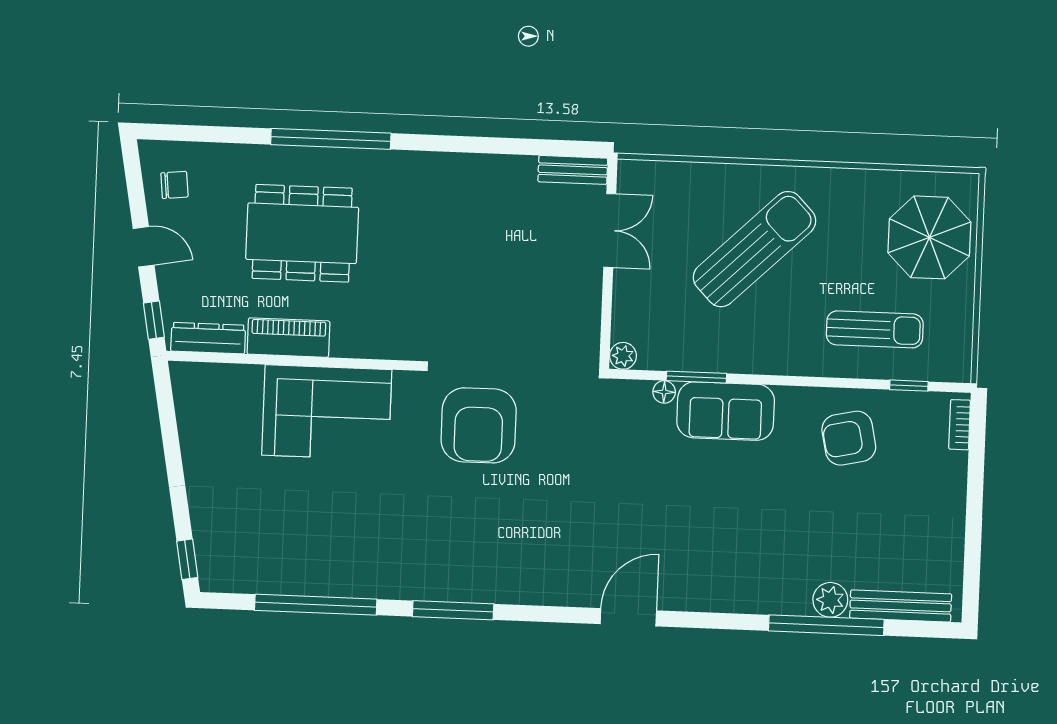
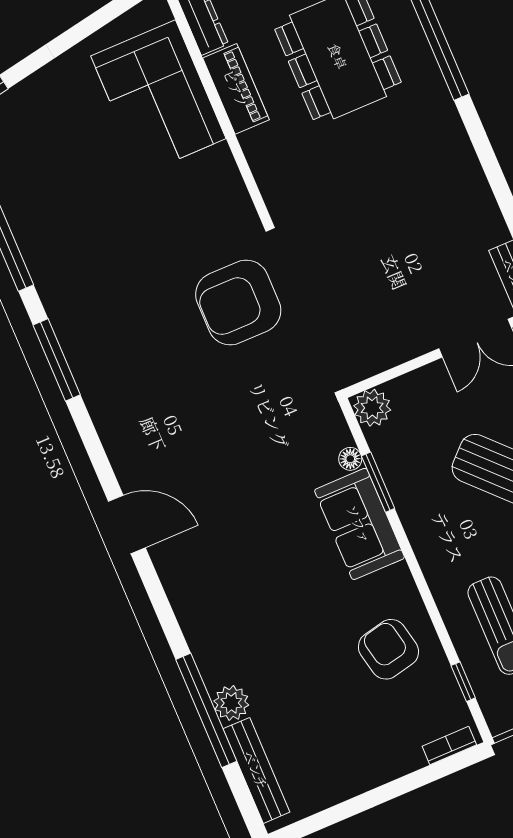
plant: (623, 356) -> (372, 408), width x1.38, depth x1.38
corner sofa: (327, 412) -> (158, 97), moved

